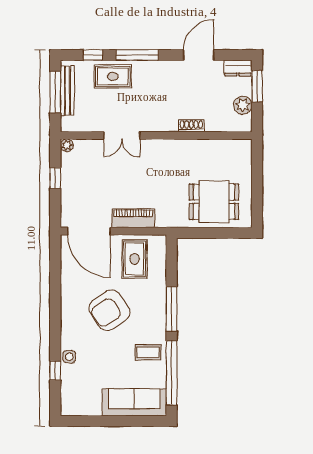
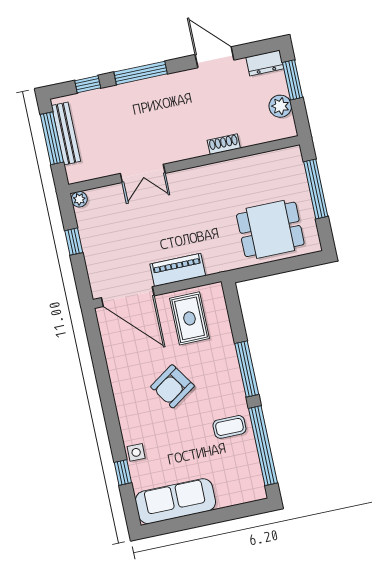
door: (199, 55) -> (215, 57), hinge flipped
rug: (113, 76) -> (117, 105), removed
window: (257, 177) -> (316, 189), added
armchair: (109, 310) -> (172, 386), width x0.73, depth x0.73
sofa: (134, 402) -> (175, 501), moved

